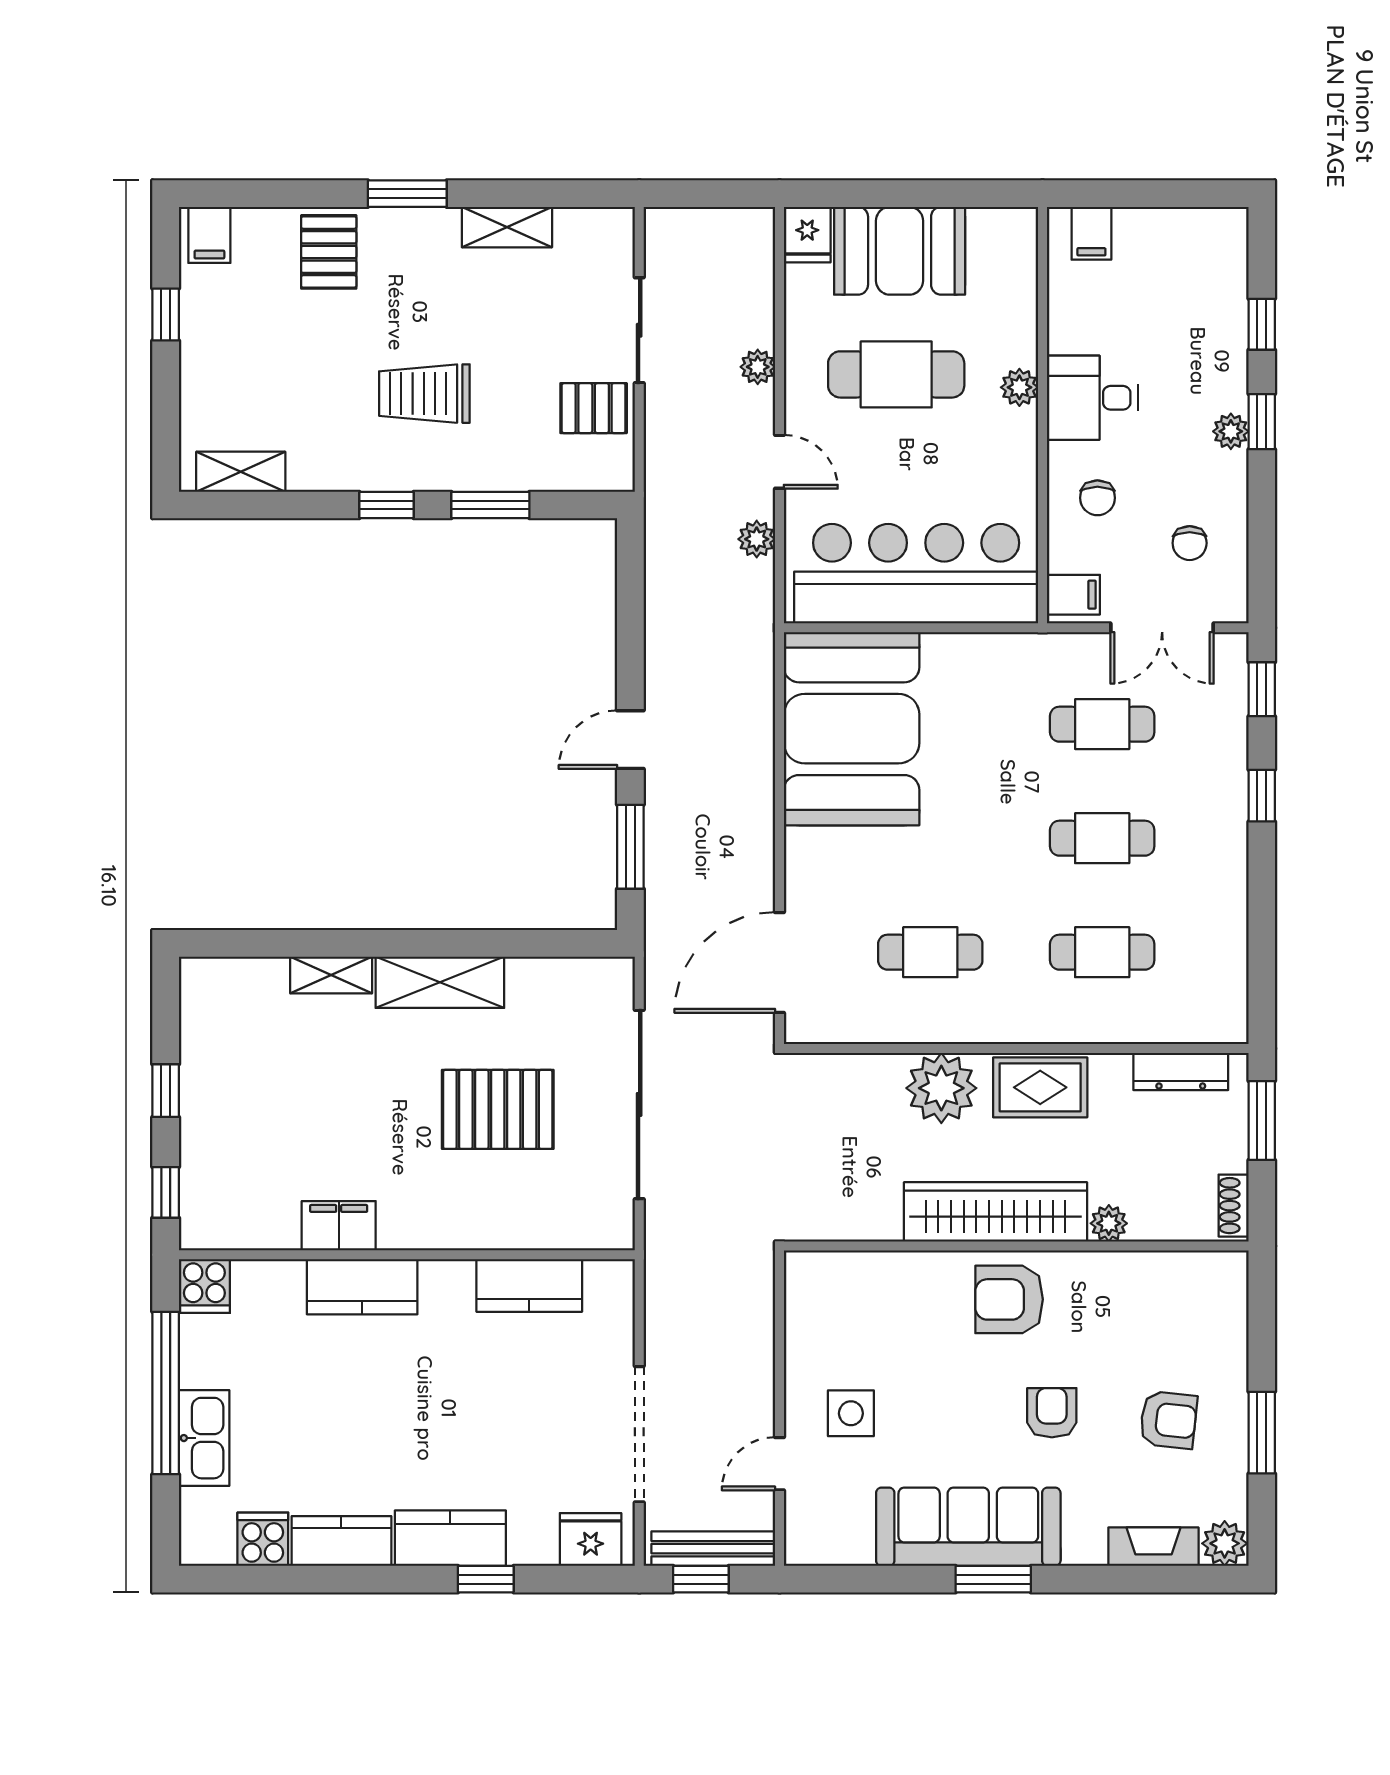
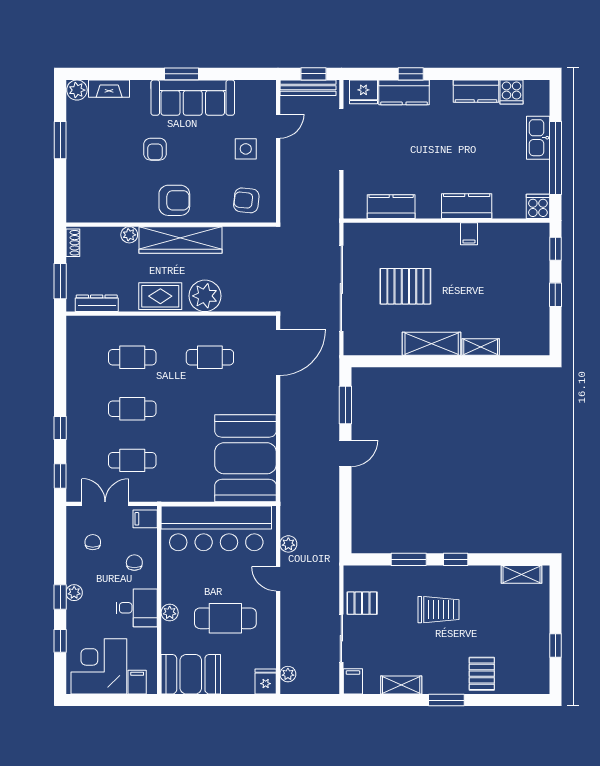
filing cabinet: (209, 235) -> (353, 681), moved
booth: (900, 251) -> (191, 674), moved
corner desk: (1176, 268) -> (99, 666), added
plant: (758, 367) -> (288, 674), moved
filing cabinet: (339, 1226) -> (469, 234), width x0.50
armchair: (1168, 1420) -> (246, 200), moved
kitchen counter: (450, 1538) -> (404, 92), moved

